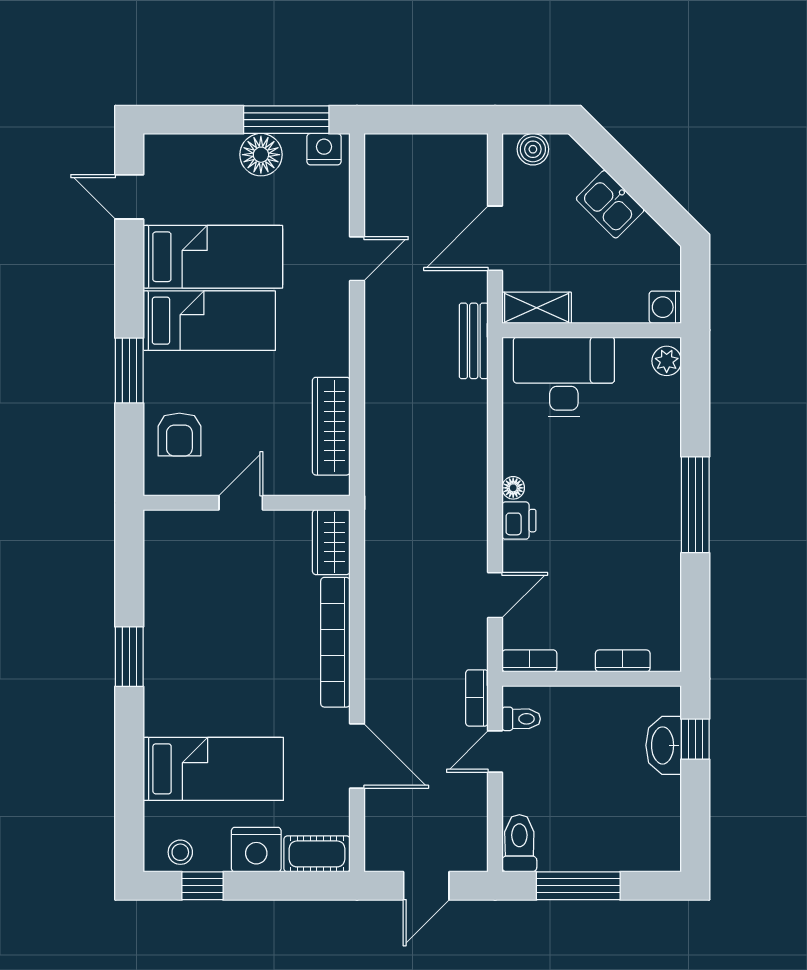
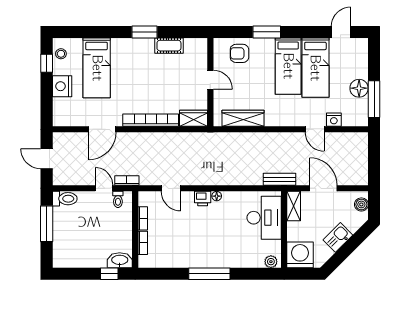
nightstand: (324, 149) -> (334, 120), moved, turned 90
washing machine: (665, 307) -> (300, 255), width x1.89, depth x1.89
bookcase: (529, 661) -> (143, 218), moved
washbasin: (664, 745) -> (120, 260), moved
cot: (317, 854) -> (169, 46), moved, turned 90

